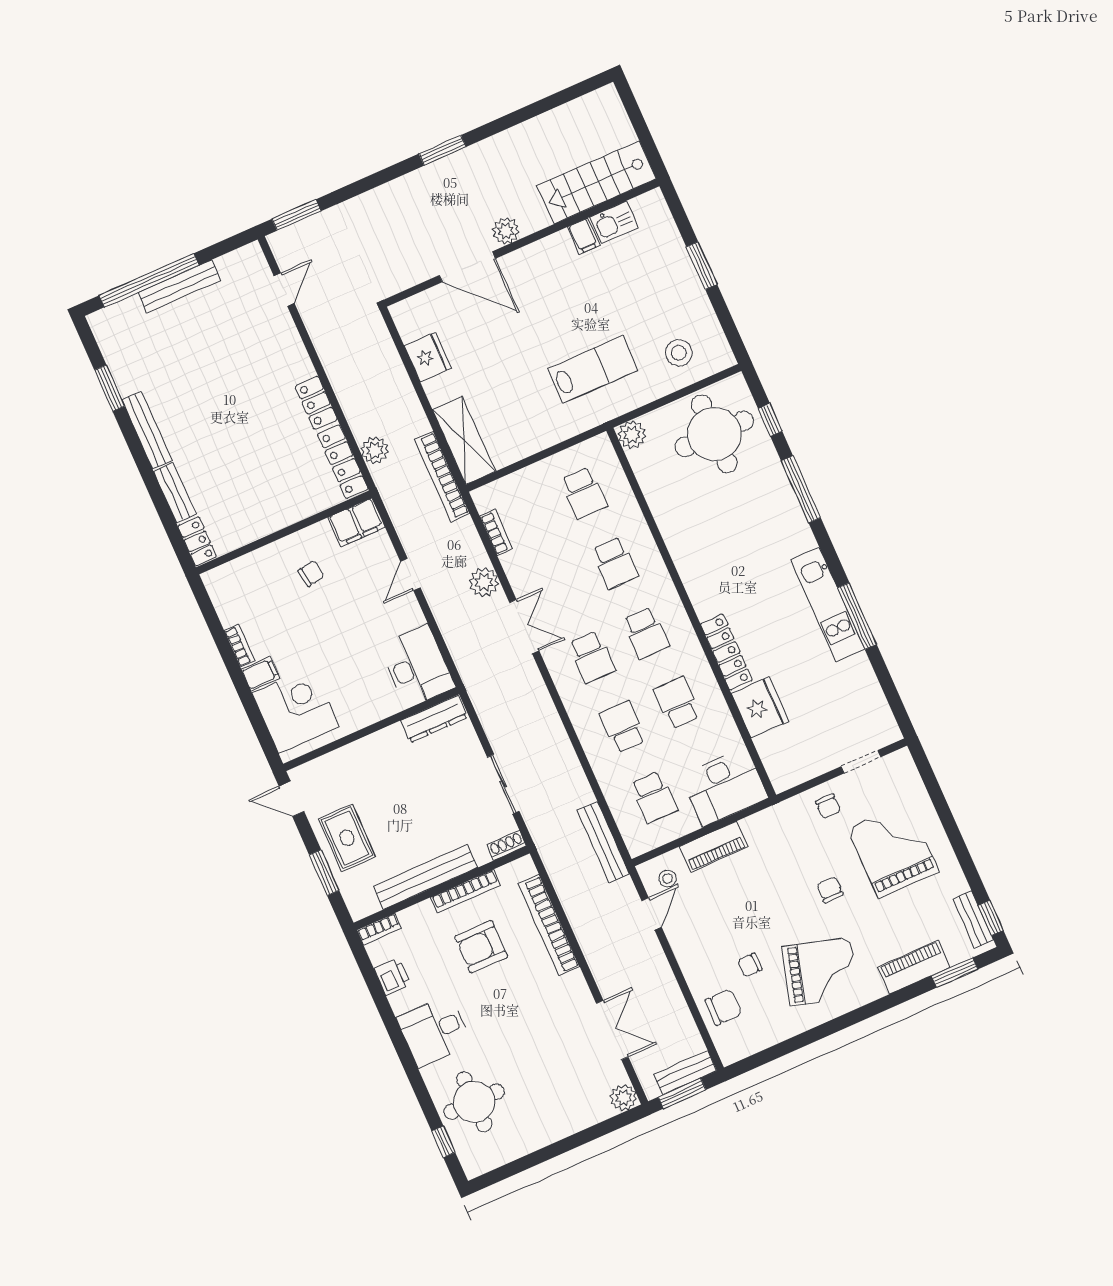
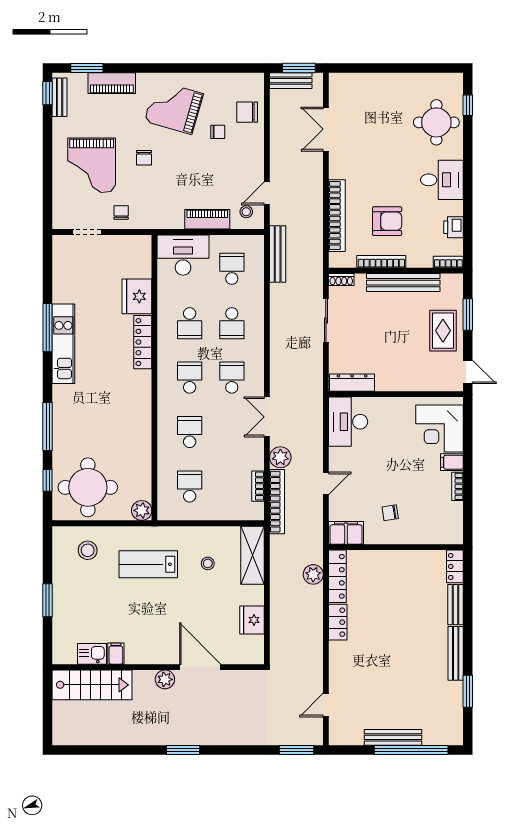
stool: (517, 404) -> (208, 563), added
bookcase: (442, 476) -> (277, 502), moved
plant: (623, 1098) -> (338, 82), removed

